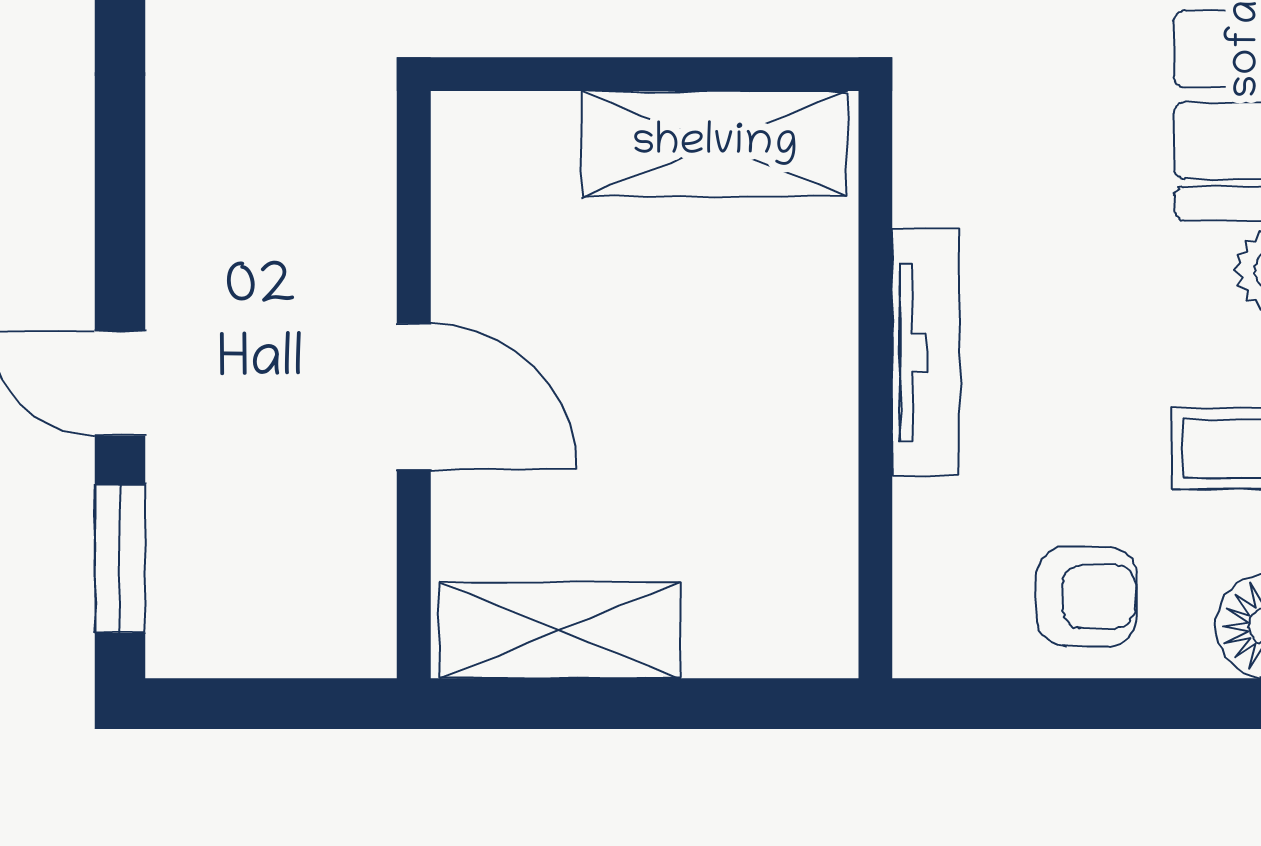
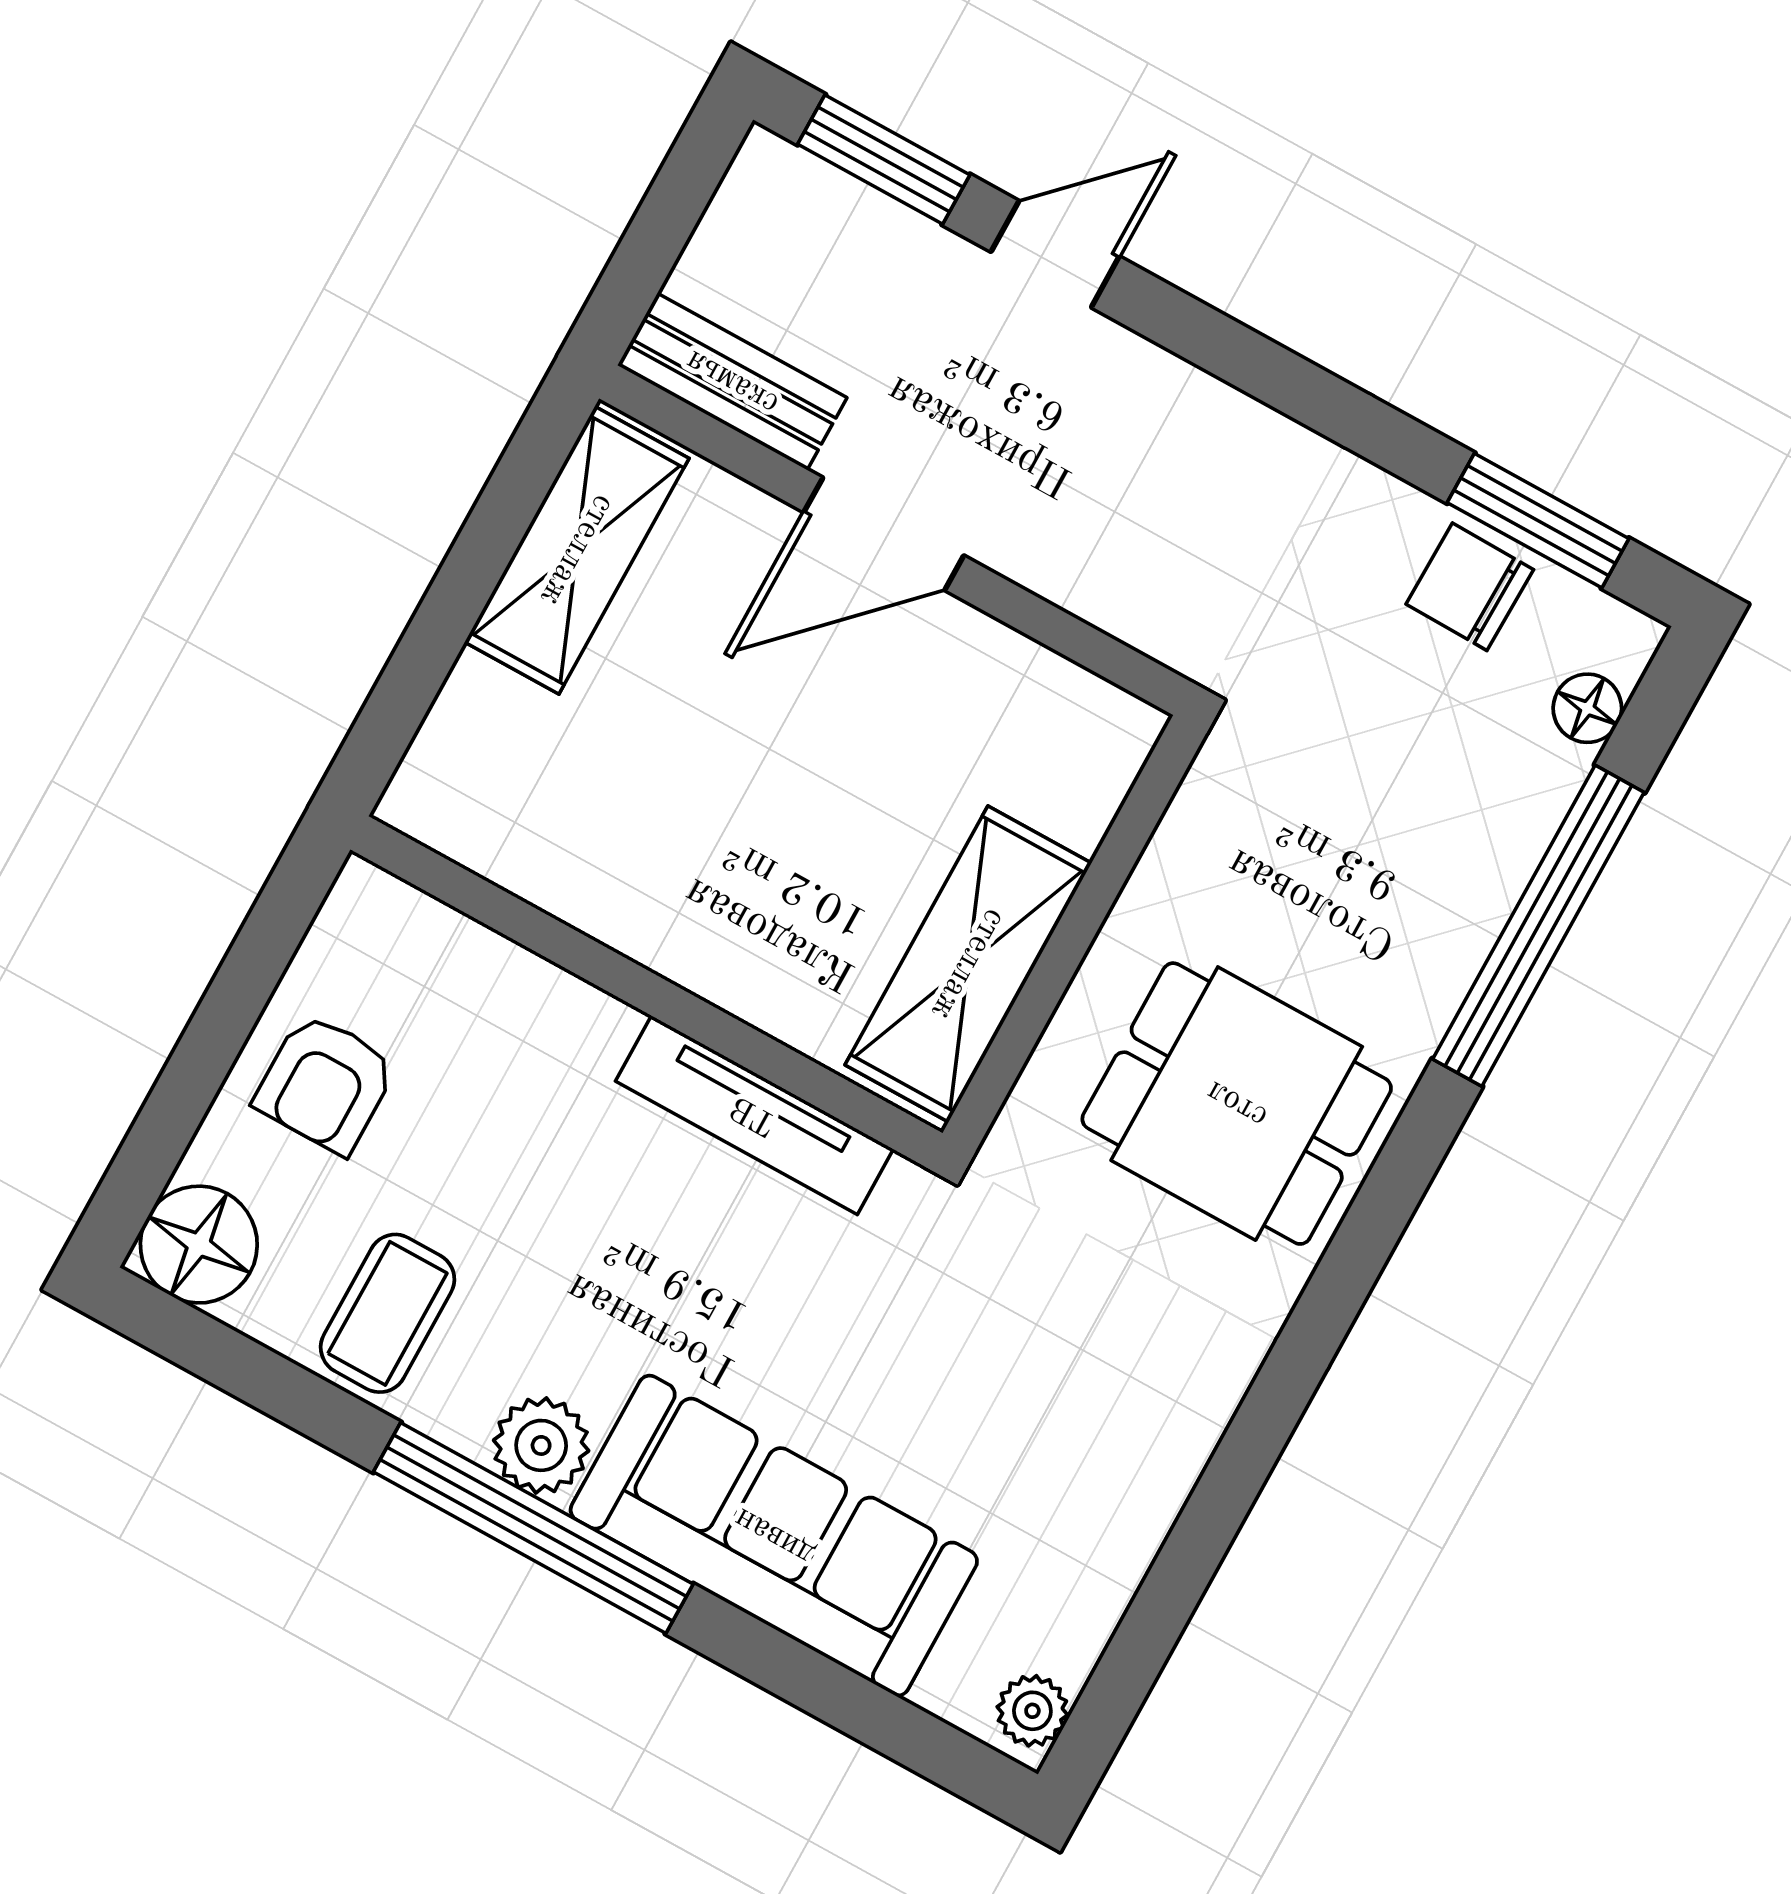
tv unit: (926, 352) -> (754, 1115), moved
bench: (360, 581) -> (732, 382), added

